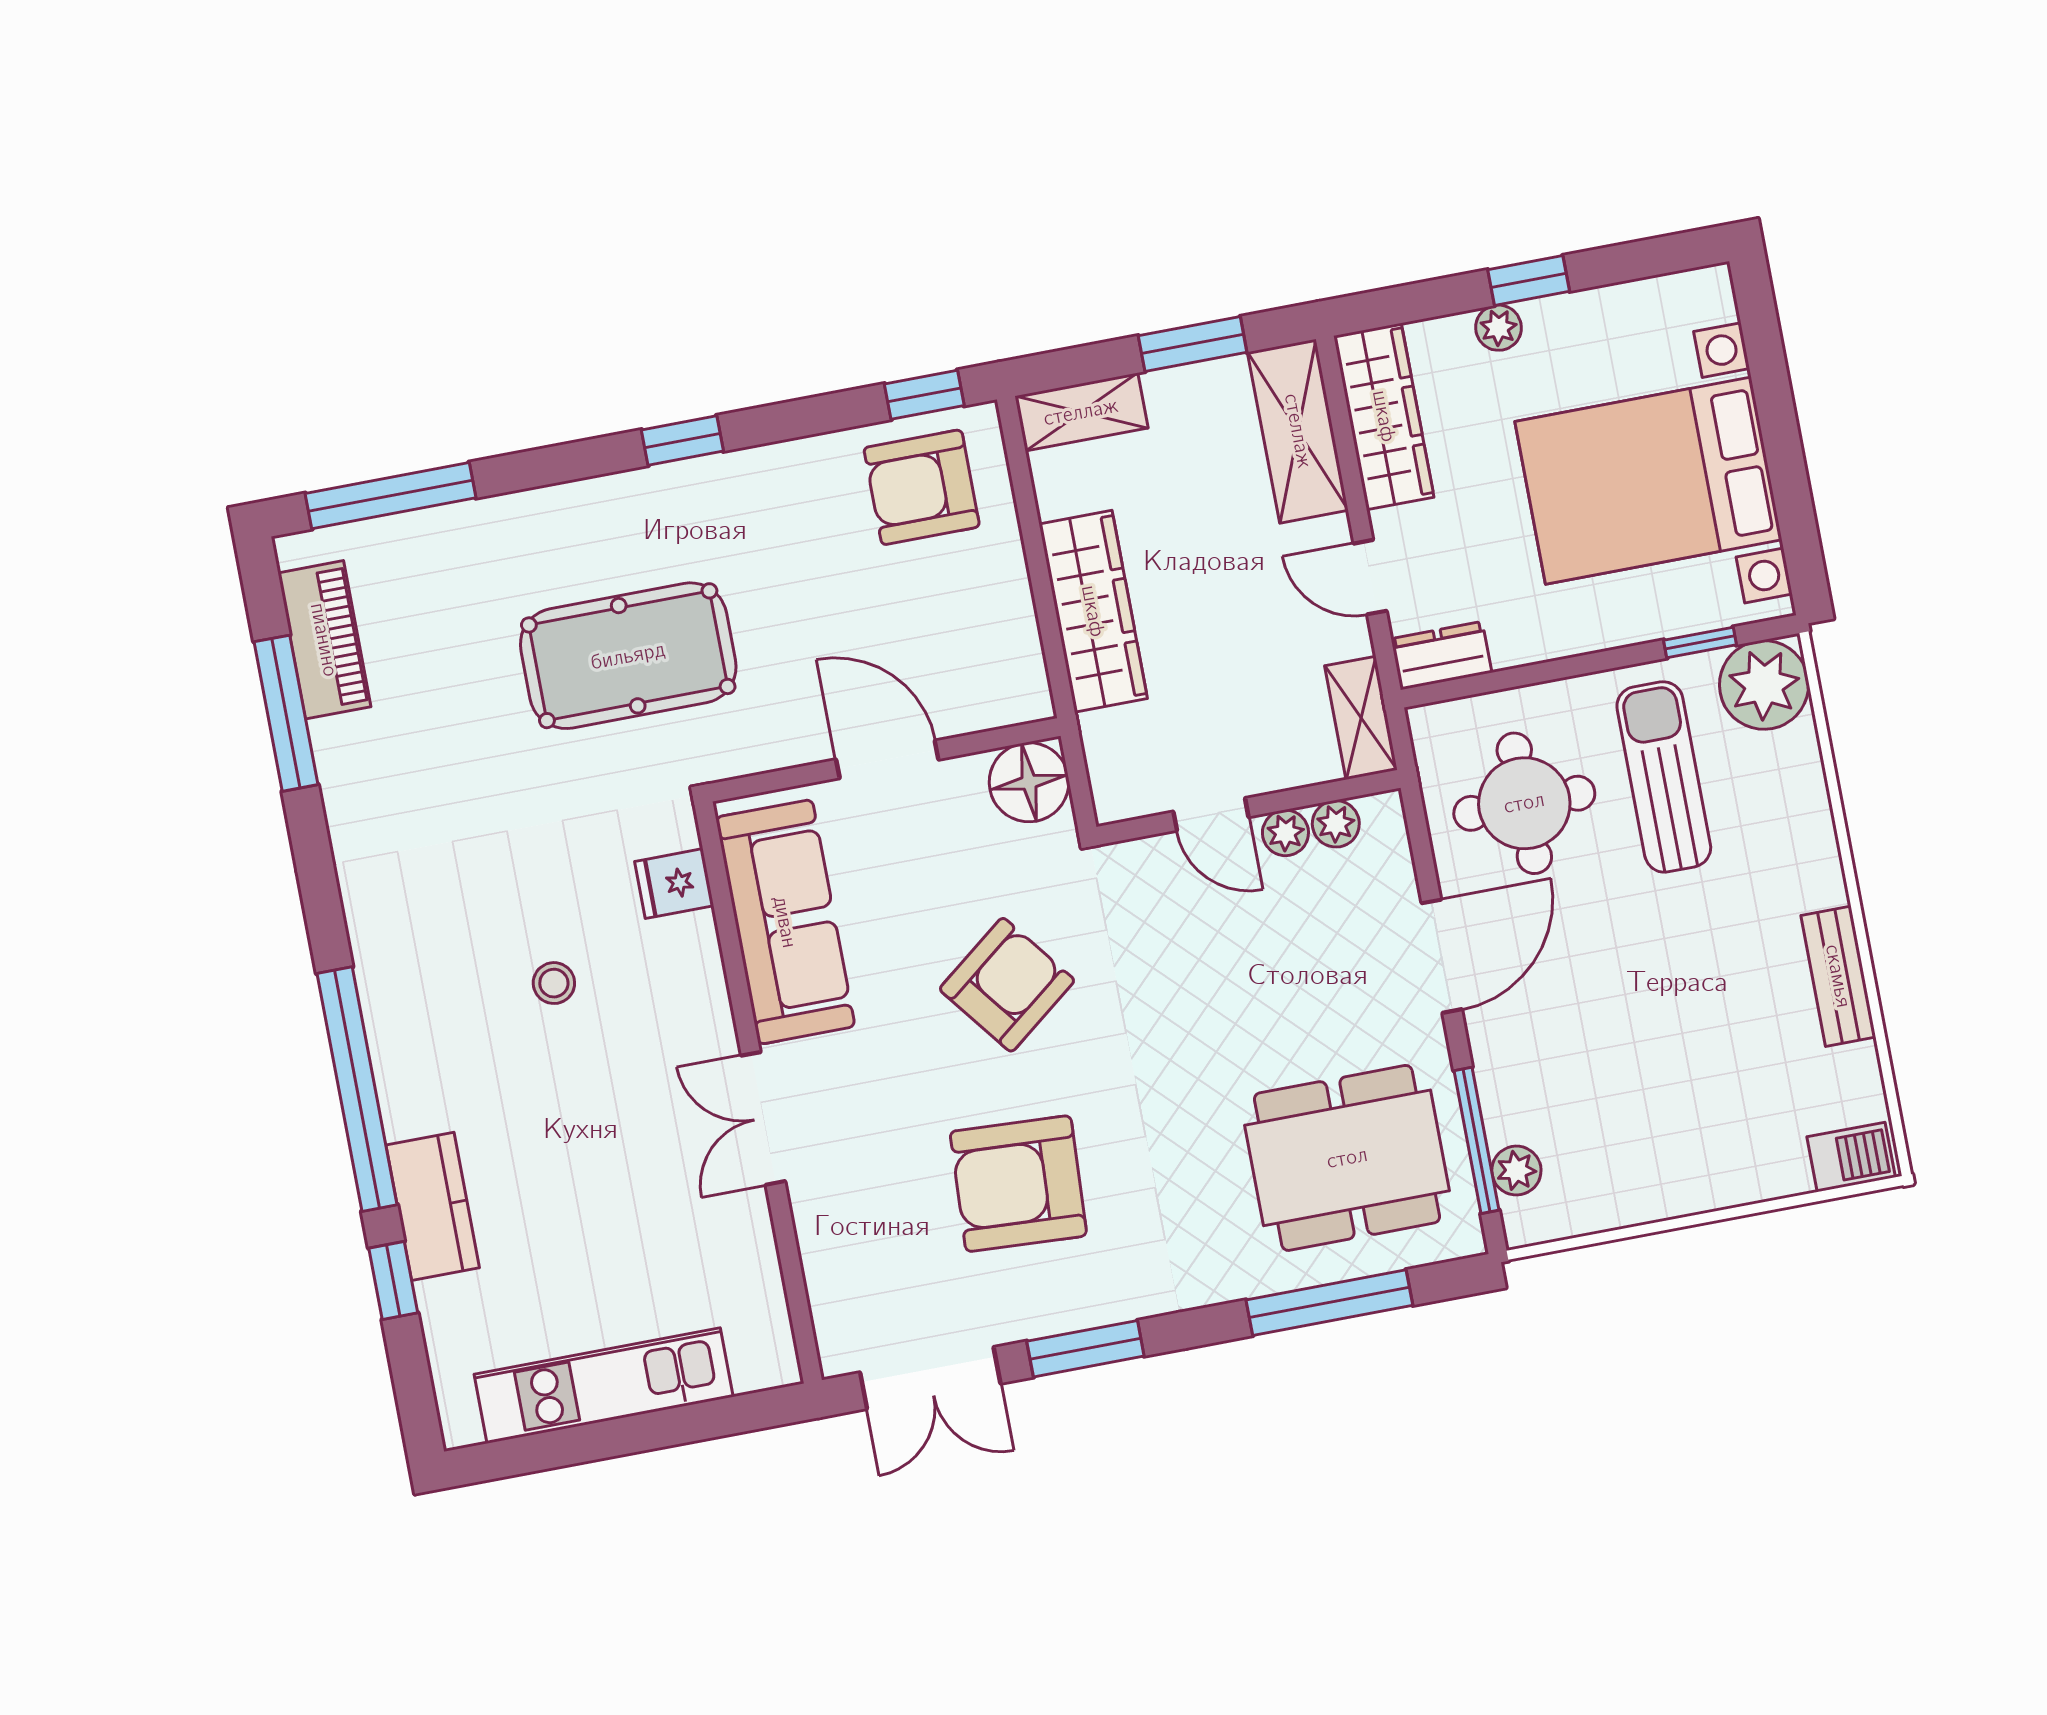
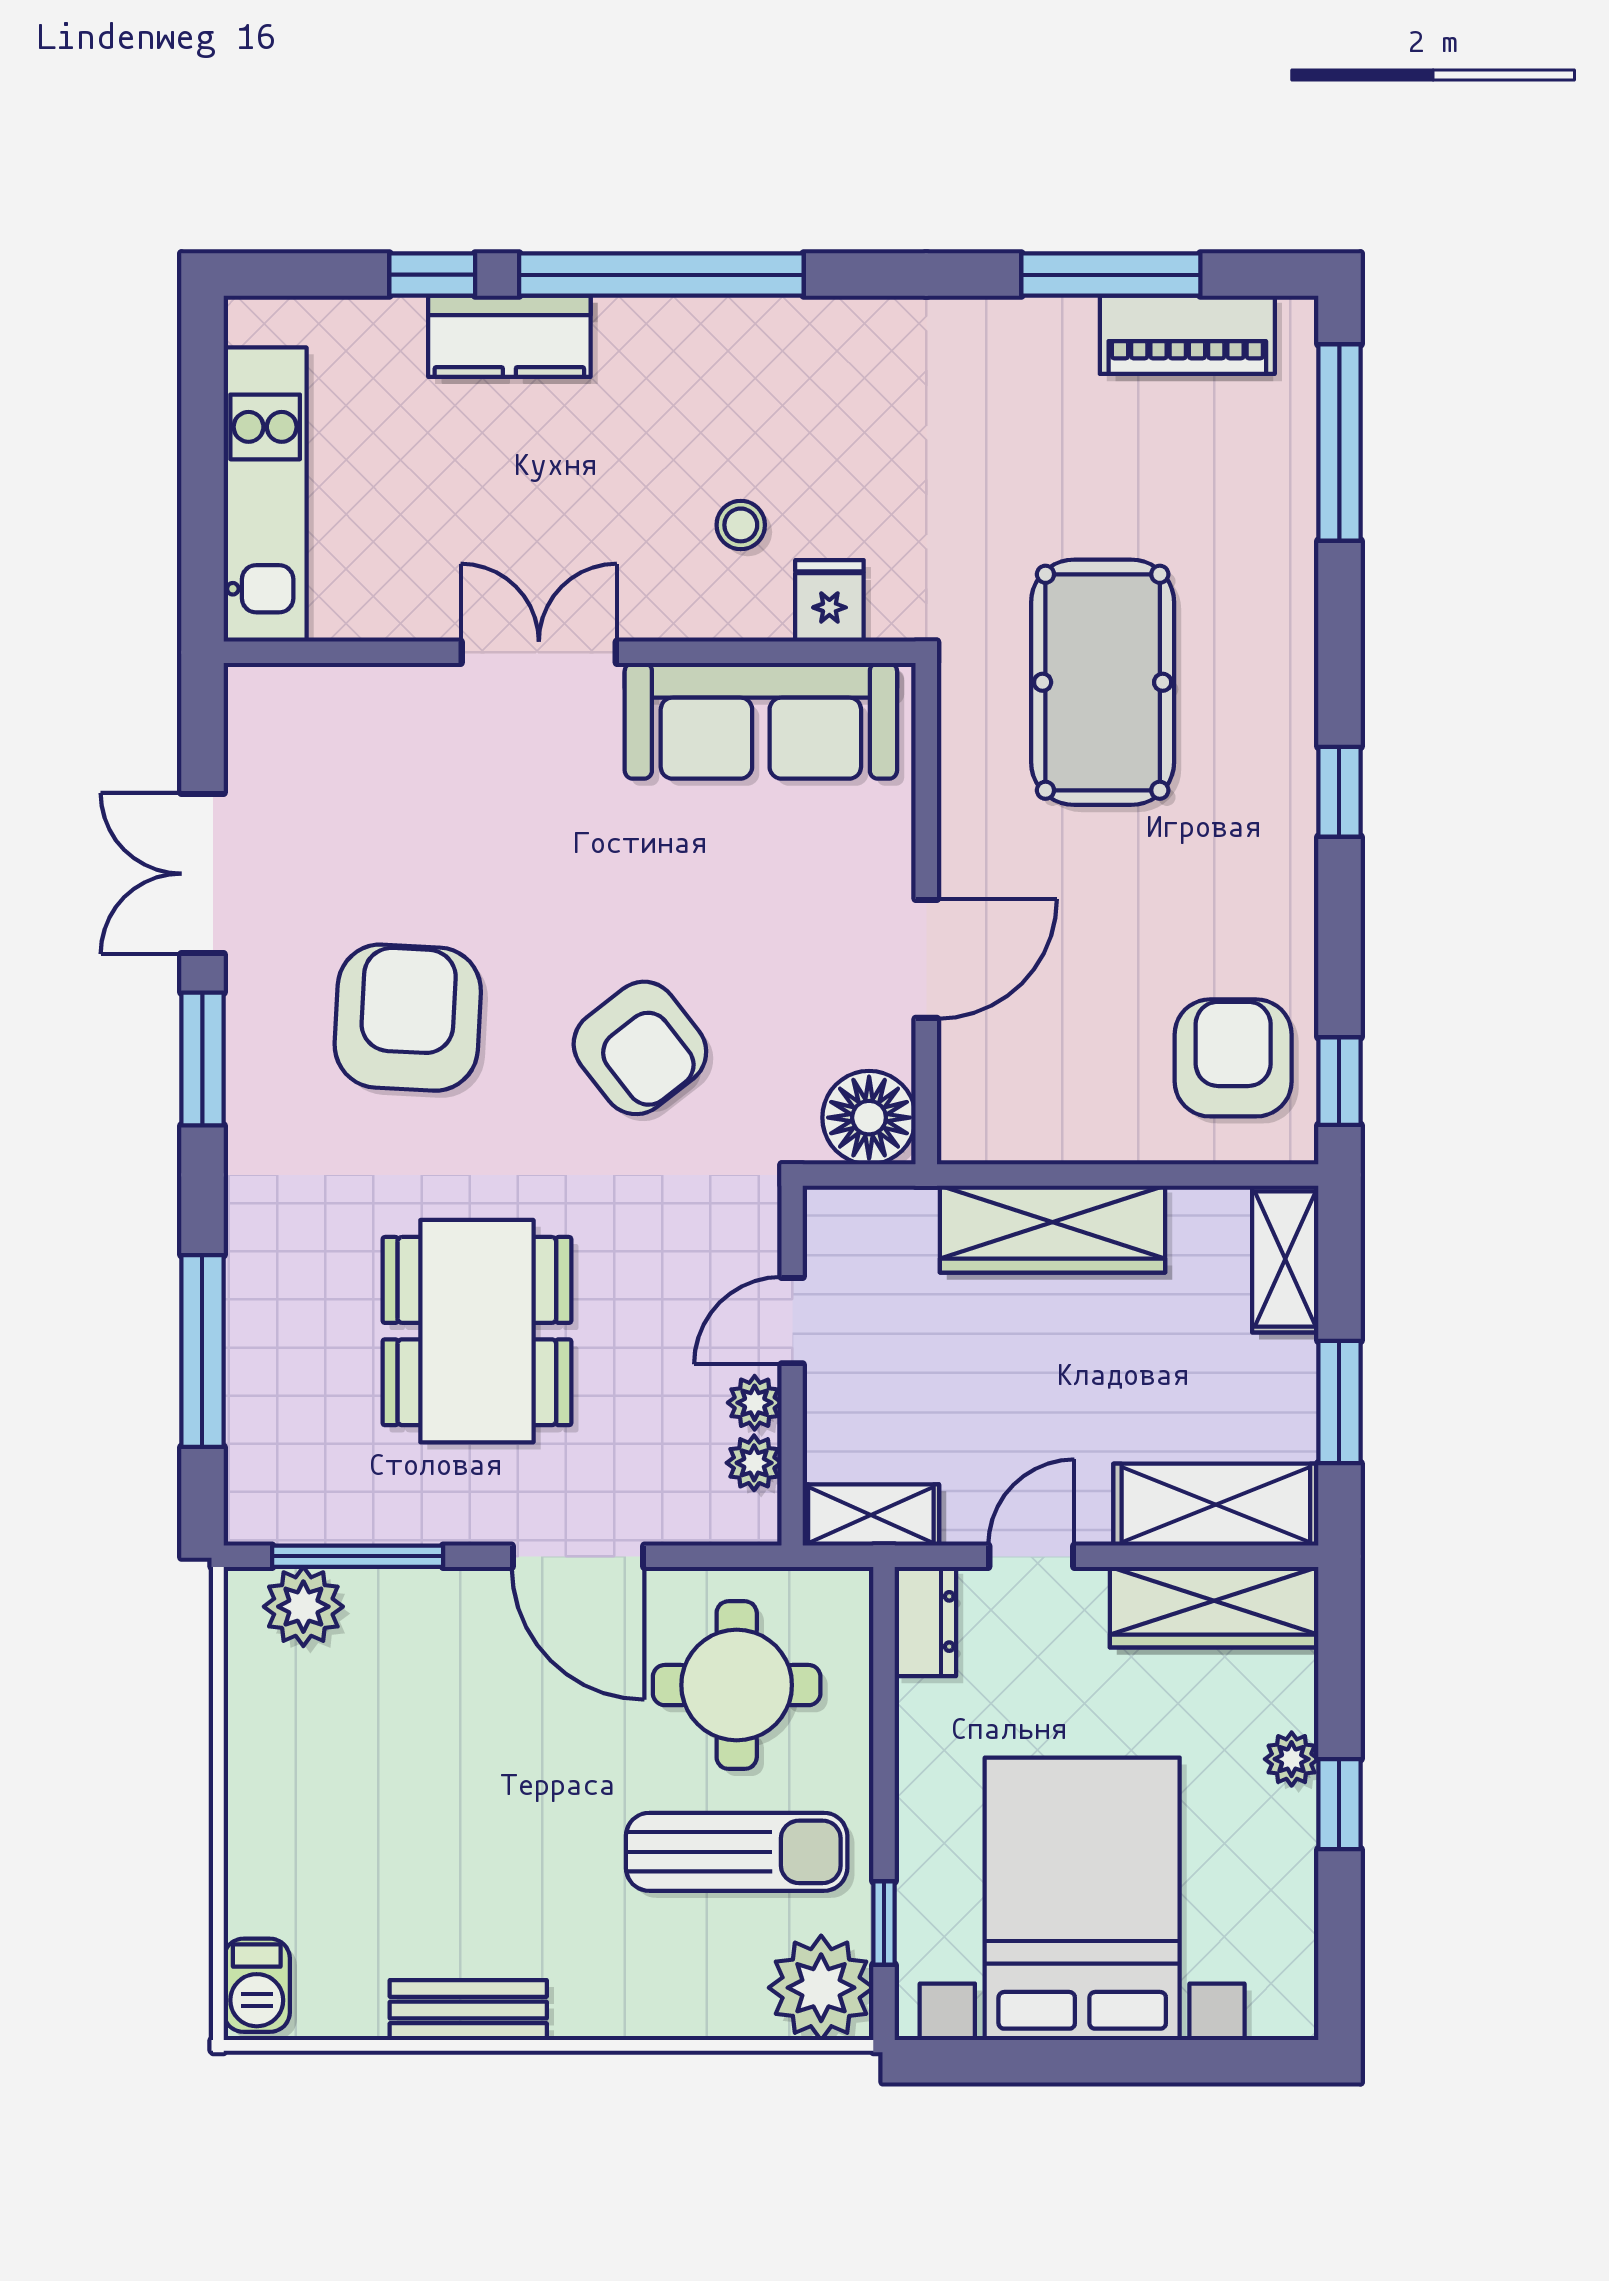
fridge: (674, 884) -> (829, 601), moved
sofa: (785, 922) -> (761, 721), moved
wall: (758, 1093) -> (570, 652), moved
double door: (763, 1118) -> (539, 652), moved
dining table: (1347, 1158) -> (477, 1331), moved
plant: (1516, 1171) -> (303, 1607), width x1.38, depth x1.38

